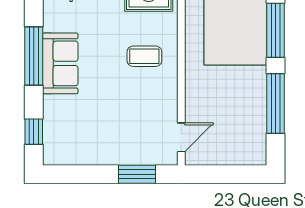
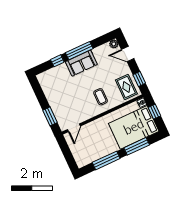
window: (34, 132) -> (57, 61), moved
door: (181, 137) -> (74, 128), hinge flipped

